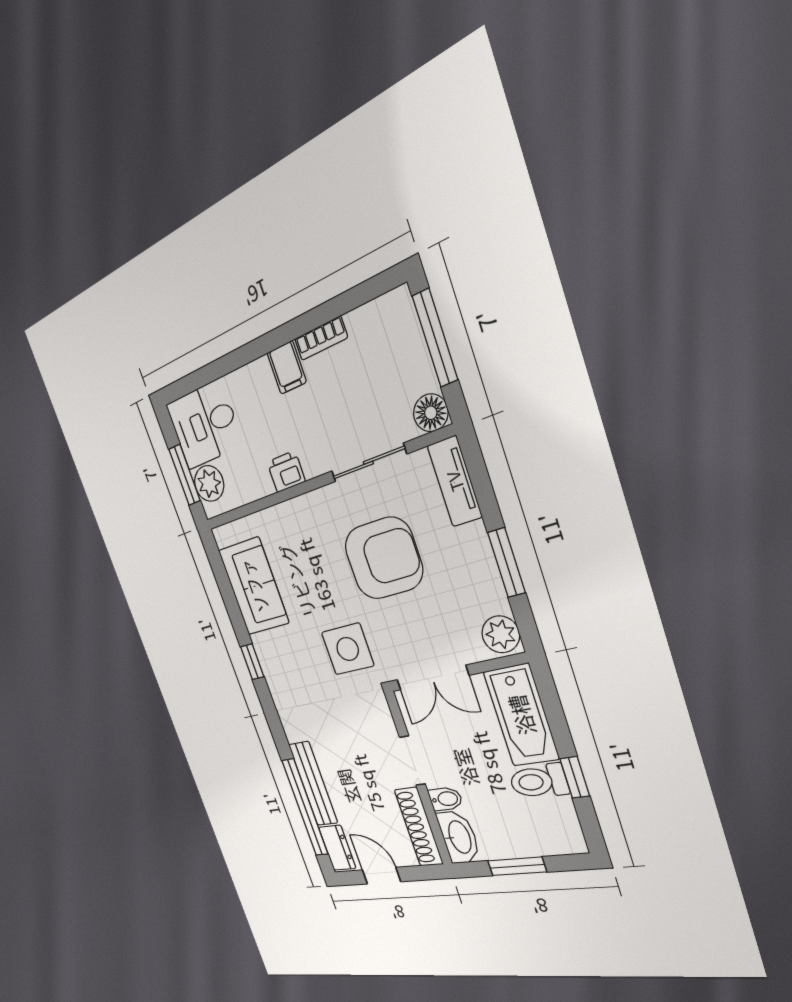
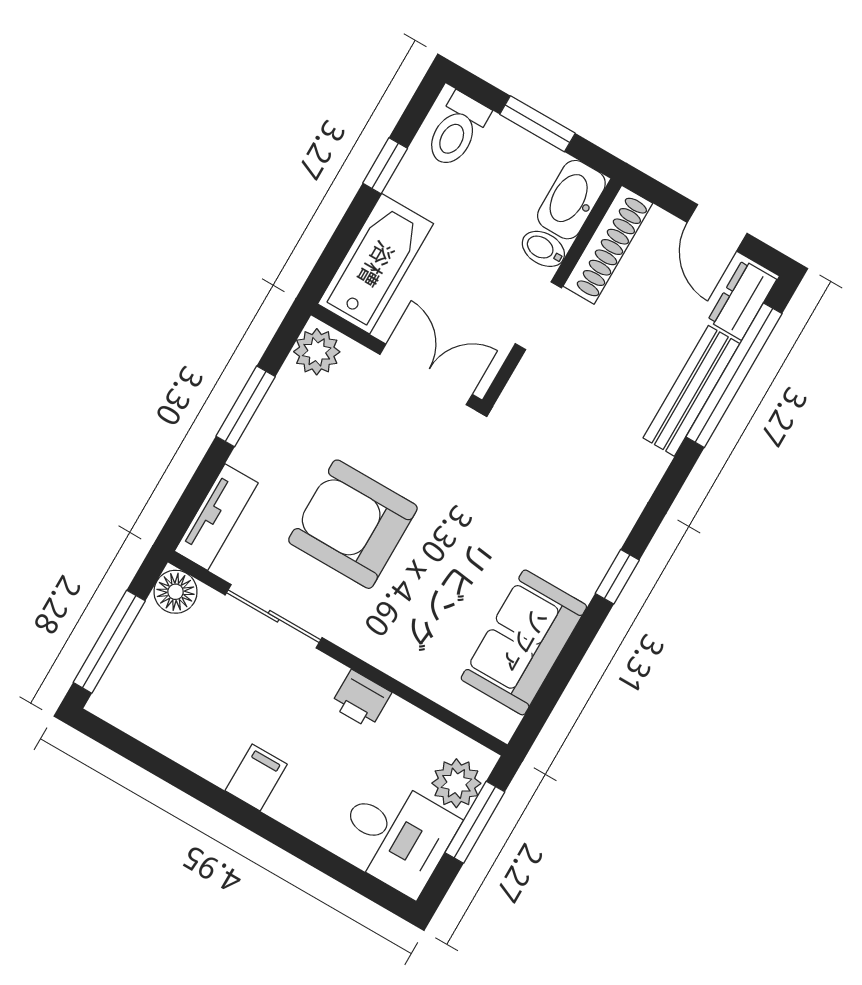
bookcase: (321, 338) -> (199, 760), removed
side table: (348, 649) -> (486, 483), removed
toilet: (538, 781) -> (457, 130), moved, turned 90

